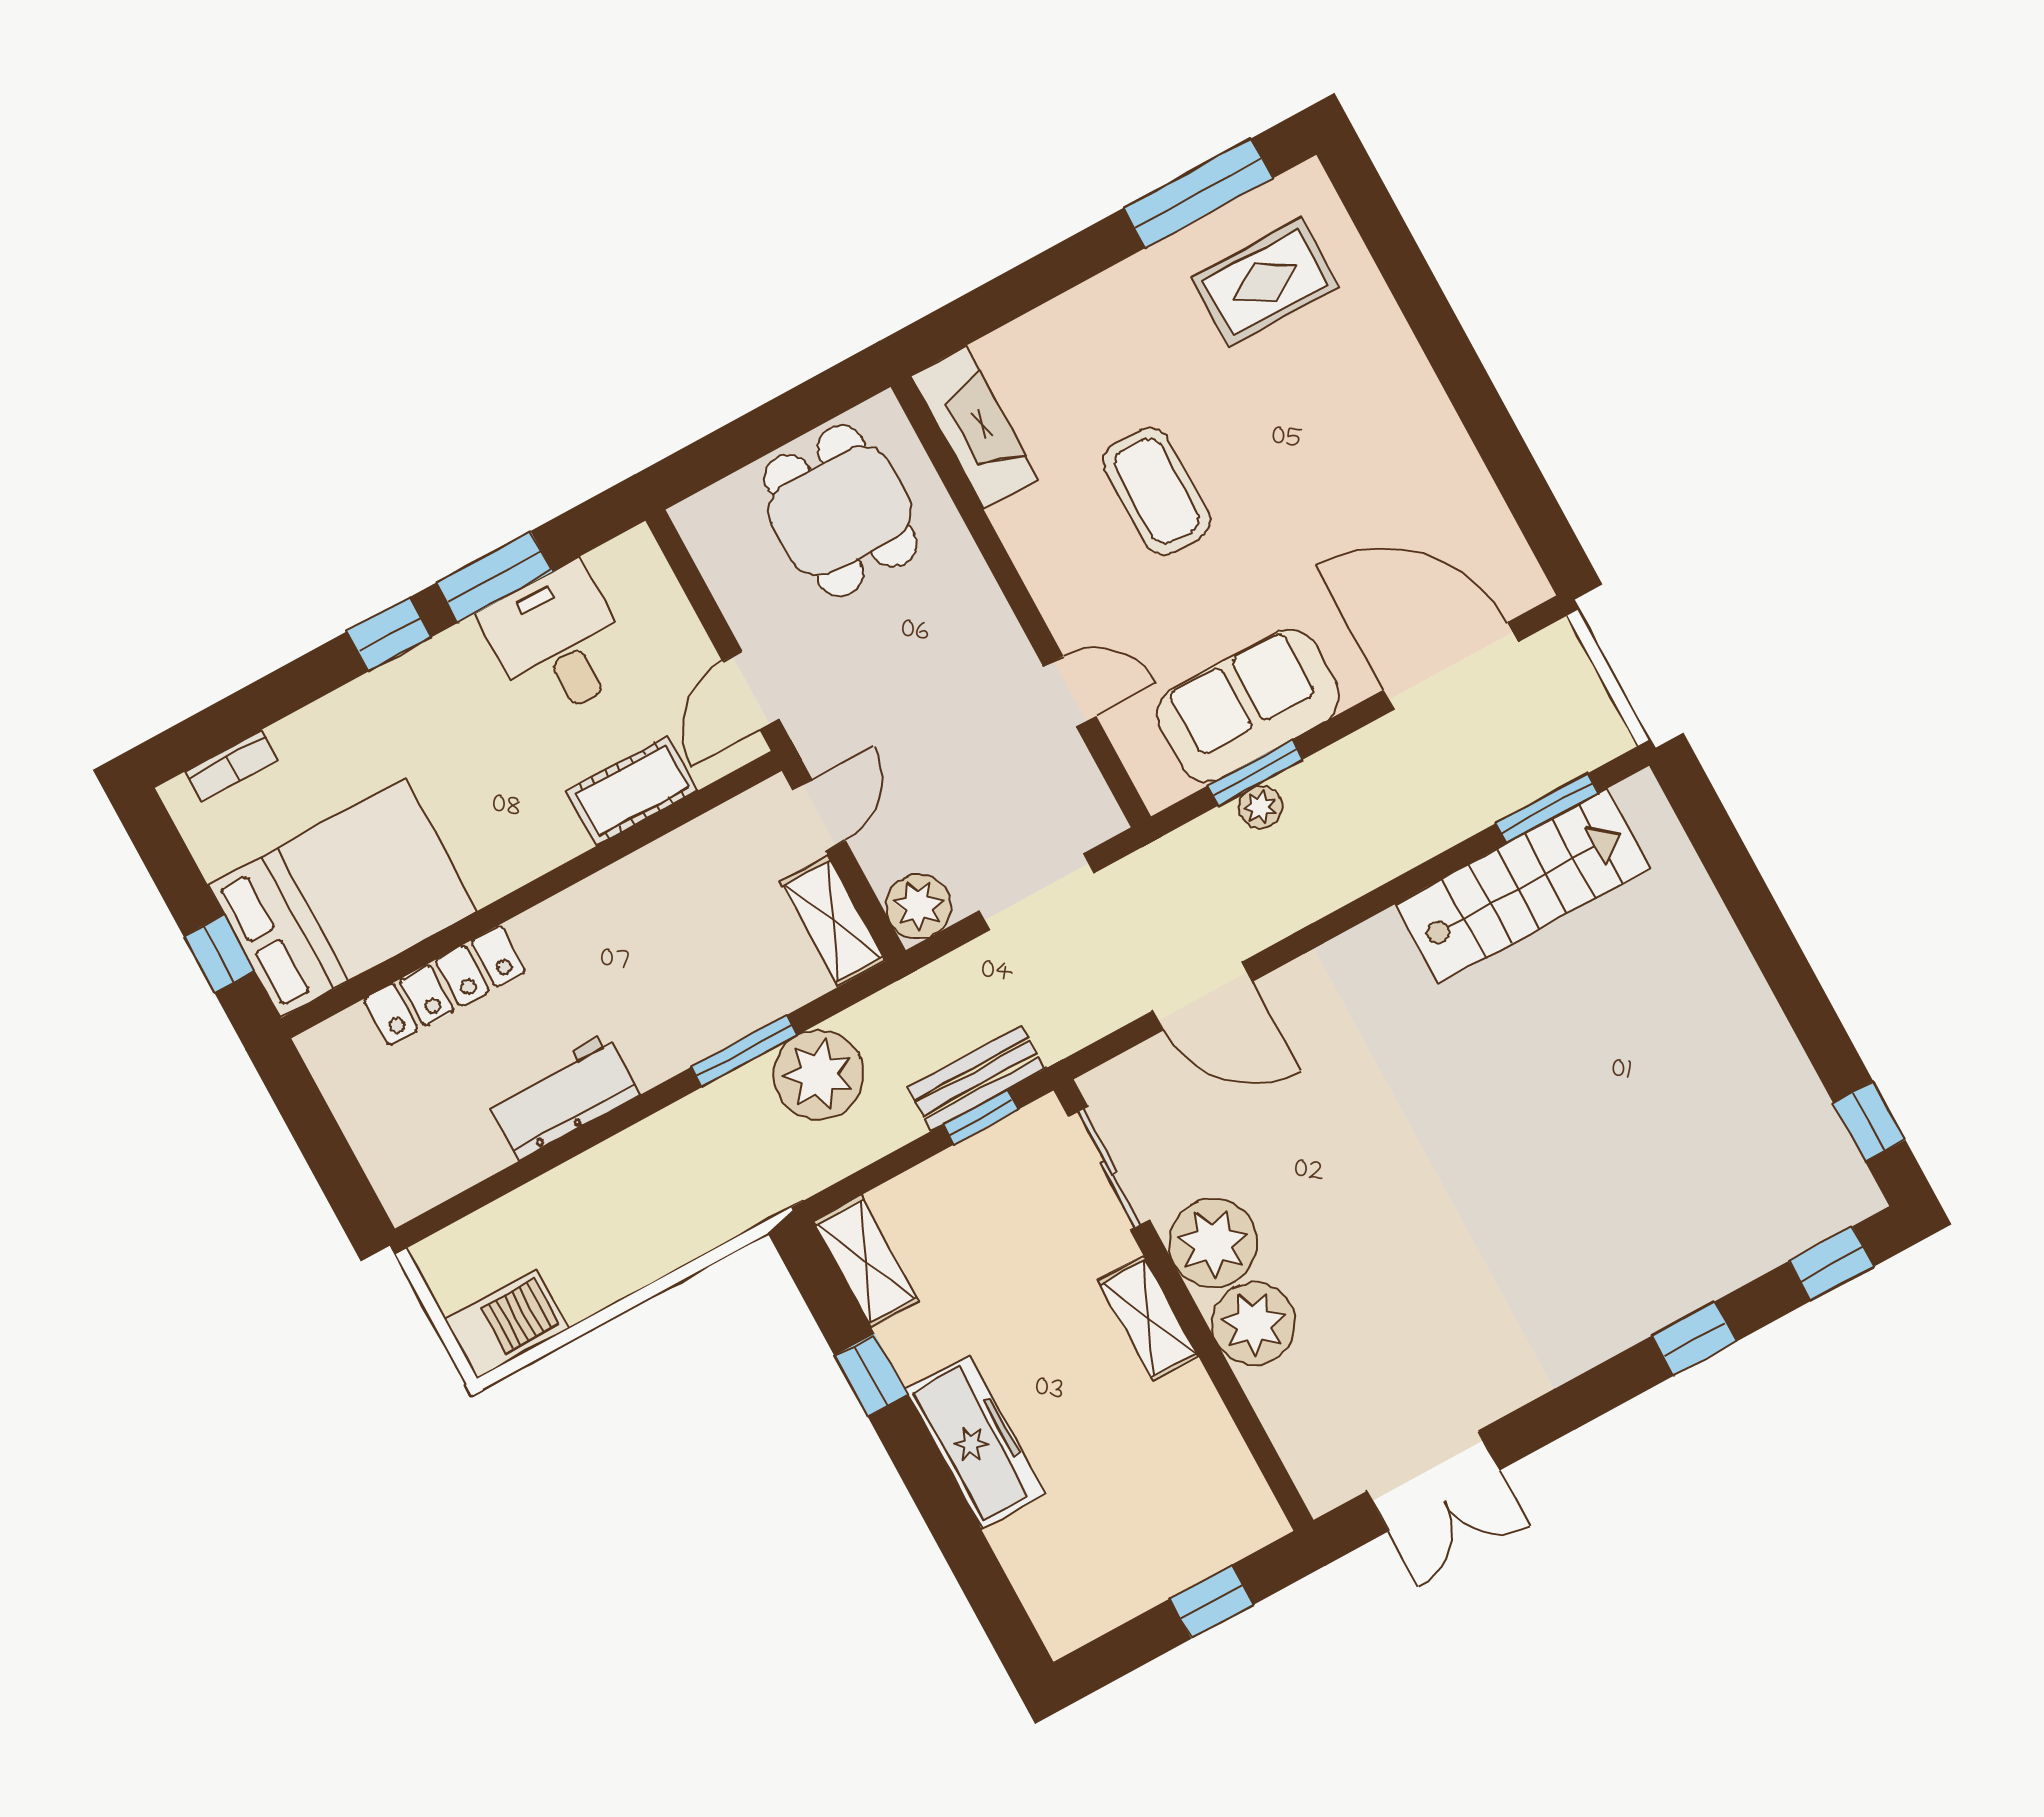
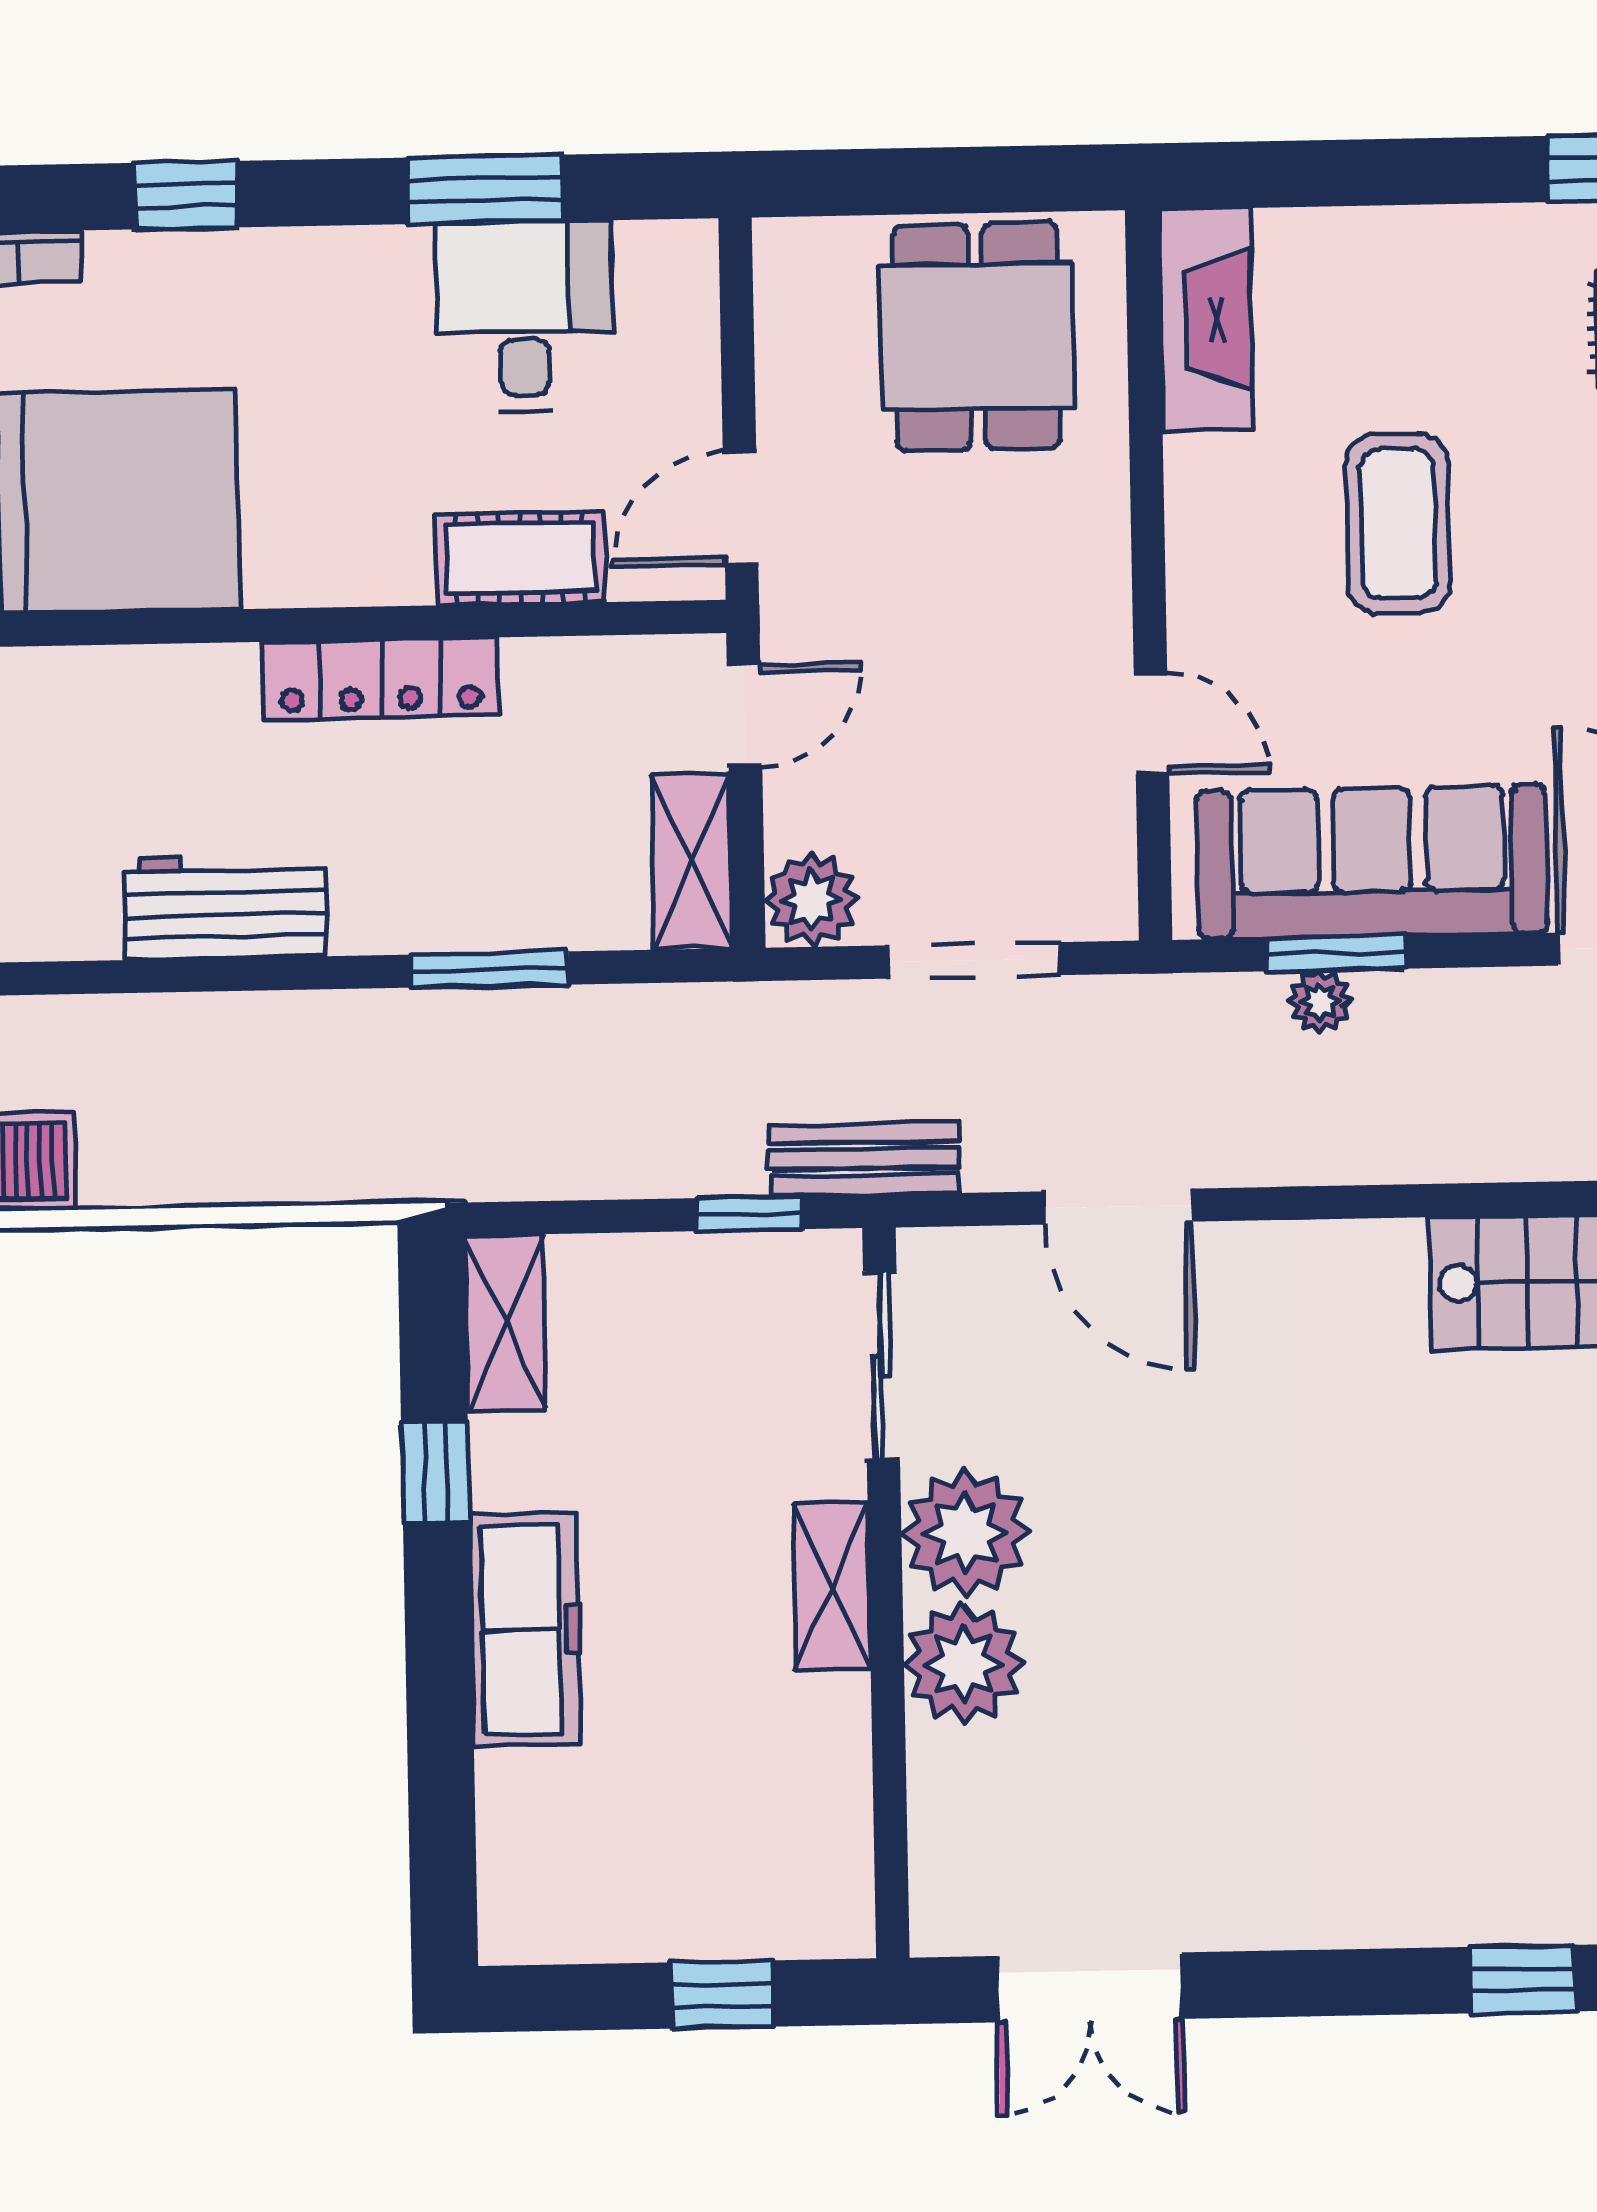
window: (389, 634) -> (186, 195), moved
sofa: (1248, 705) -> (1372, 862), width x1.36
locker: (445, 985) -> (381, 679), moved
plant: (819, 1075) -> (570, 1050), removed
bench: (976, 1078) -> (864, 1159), moved

